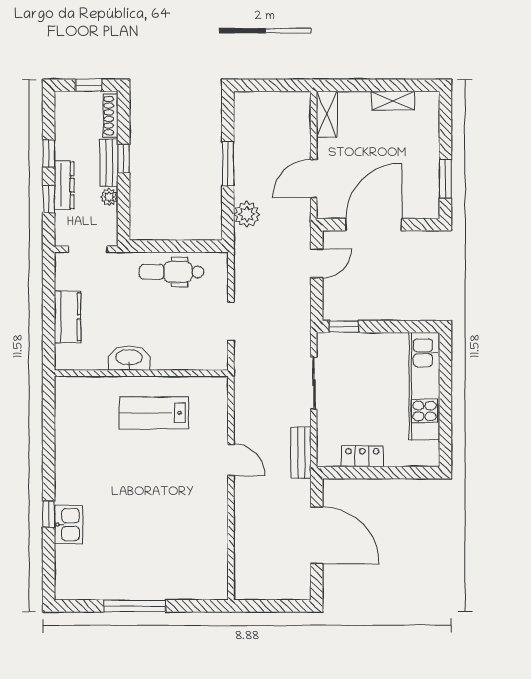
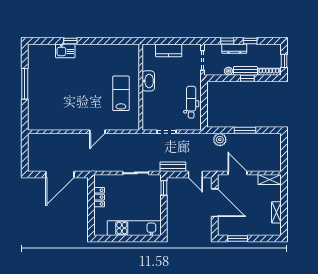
bench: (301, 453) -> (173, 167), moved

